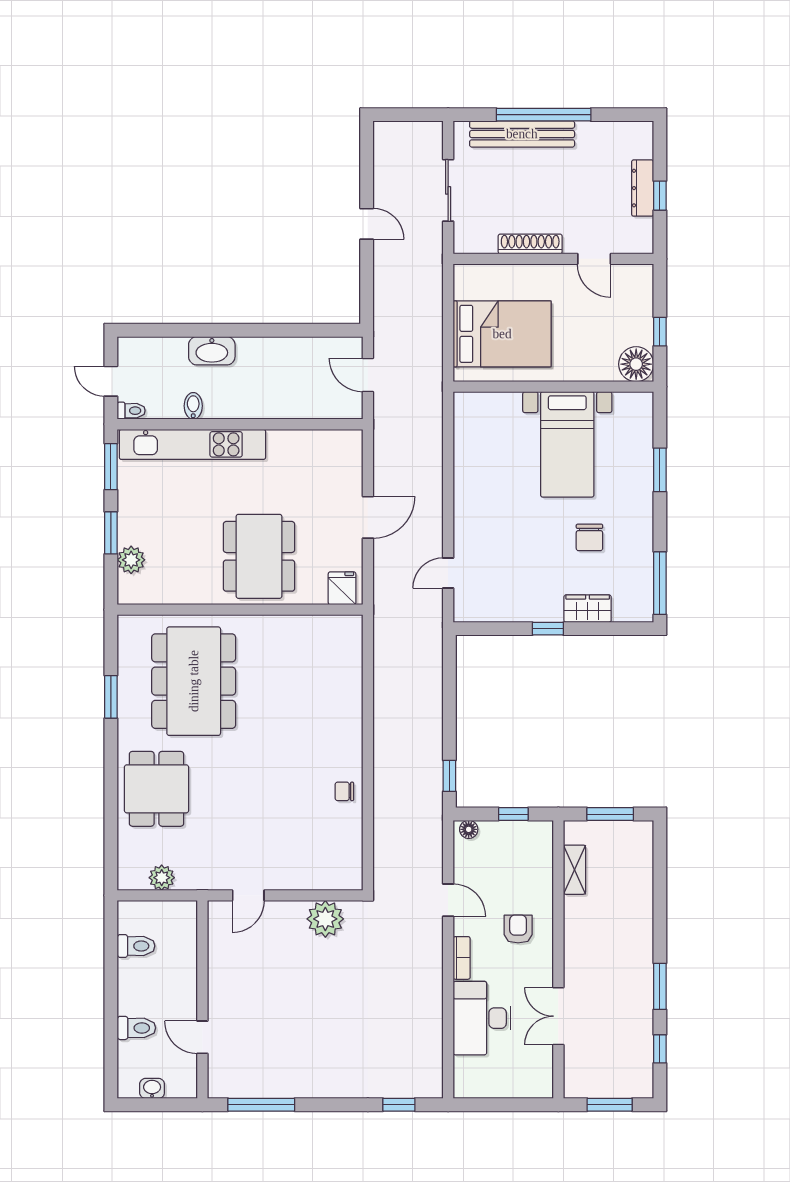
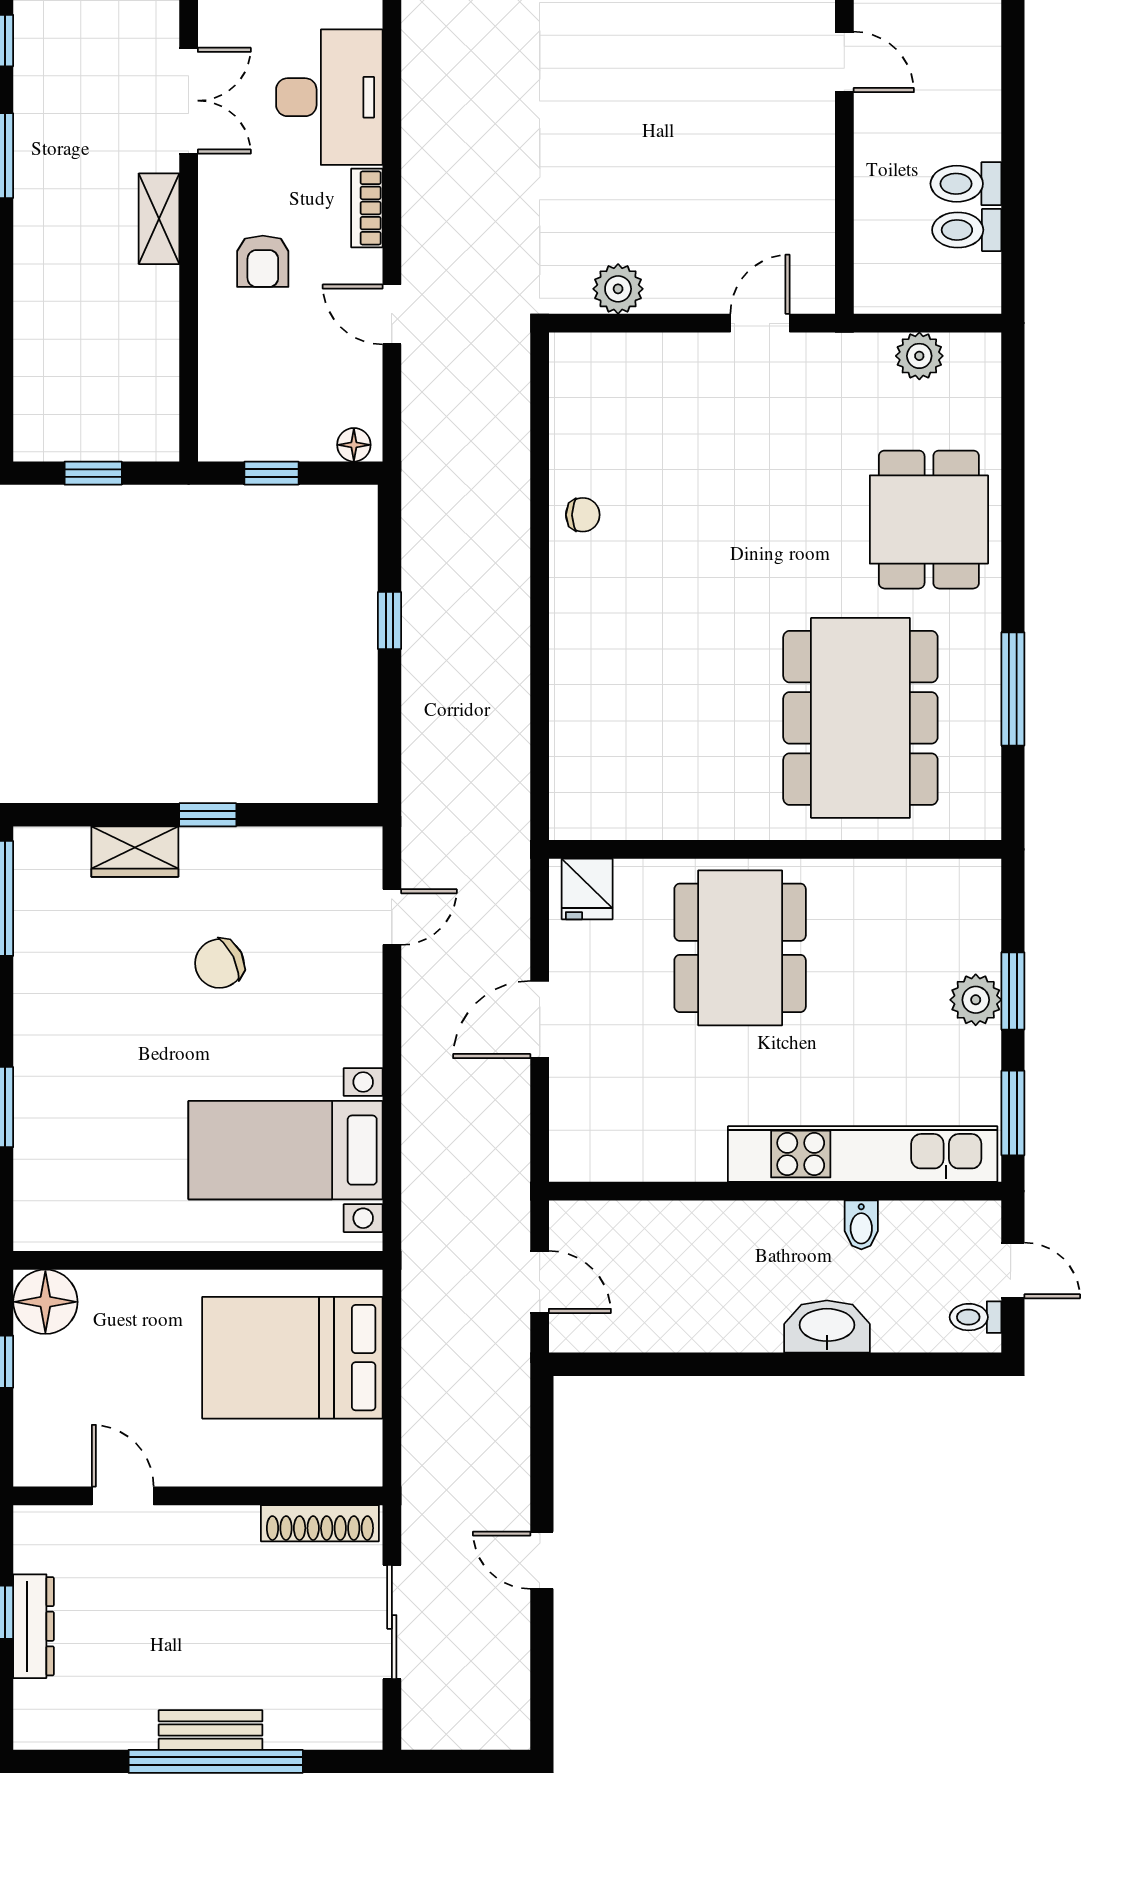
bench: (522, 134) -> (211, 1730), width x0.54, depth x0.82
shoe rack: (530, 244) -> (320, 1523), moved
toilet: (131, 411) -> (976, 1317), moved
bed with nightstands: (567, 444) -> (285, 1150), moved, turned -90
chair: (589, 537) -> (219, 964), moved, turned -116
plant: (131, 560) -> (976, 1000), moved
window: (111, 697) -> (1013, 689), width x1.44
window: (449, 776) -> (389, 621), moved
window: (610, 814) -> (93, 473), width x0.67
shelving: (574, 870) -> (159, 219), moved
plant: (325, 919) -> (618, 289), width x0.73, depth x0.73
toilet: (136, 1028) -> (966, 184), moved

